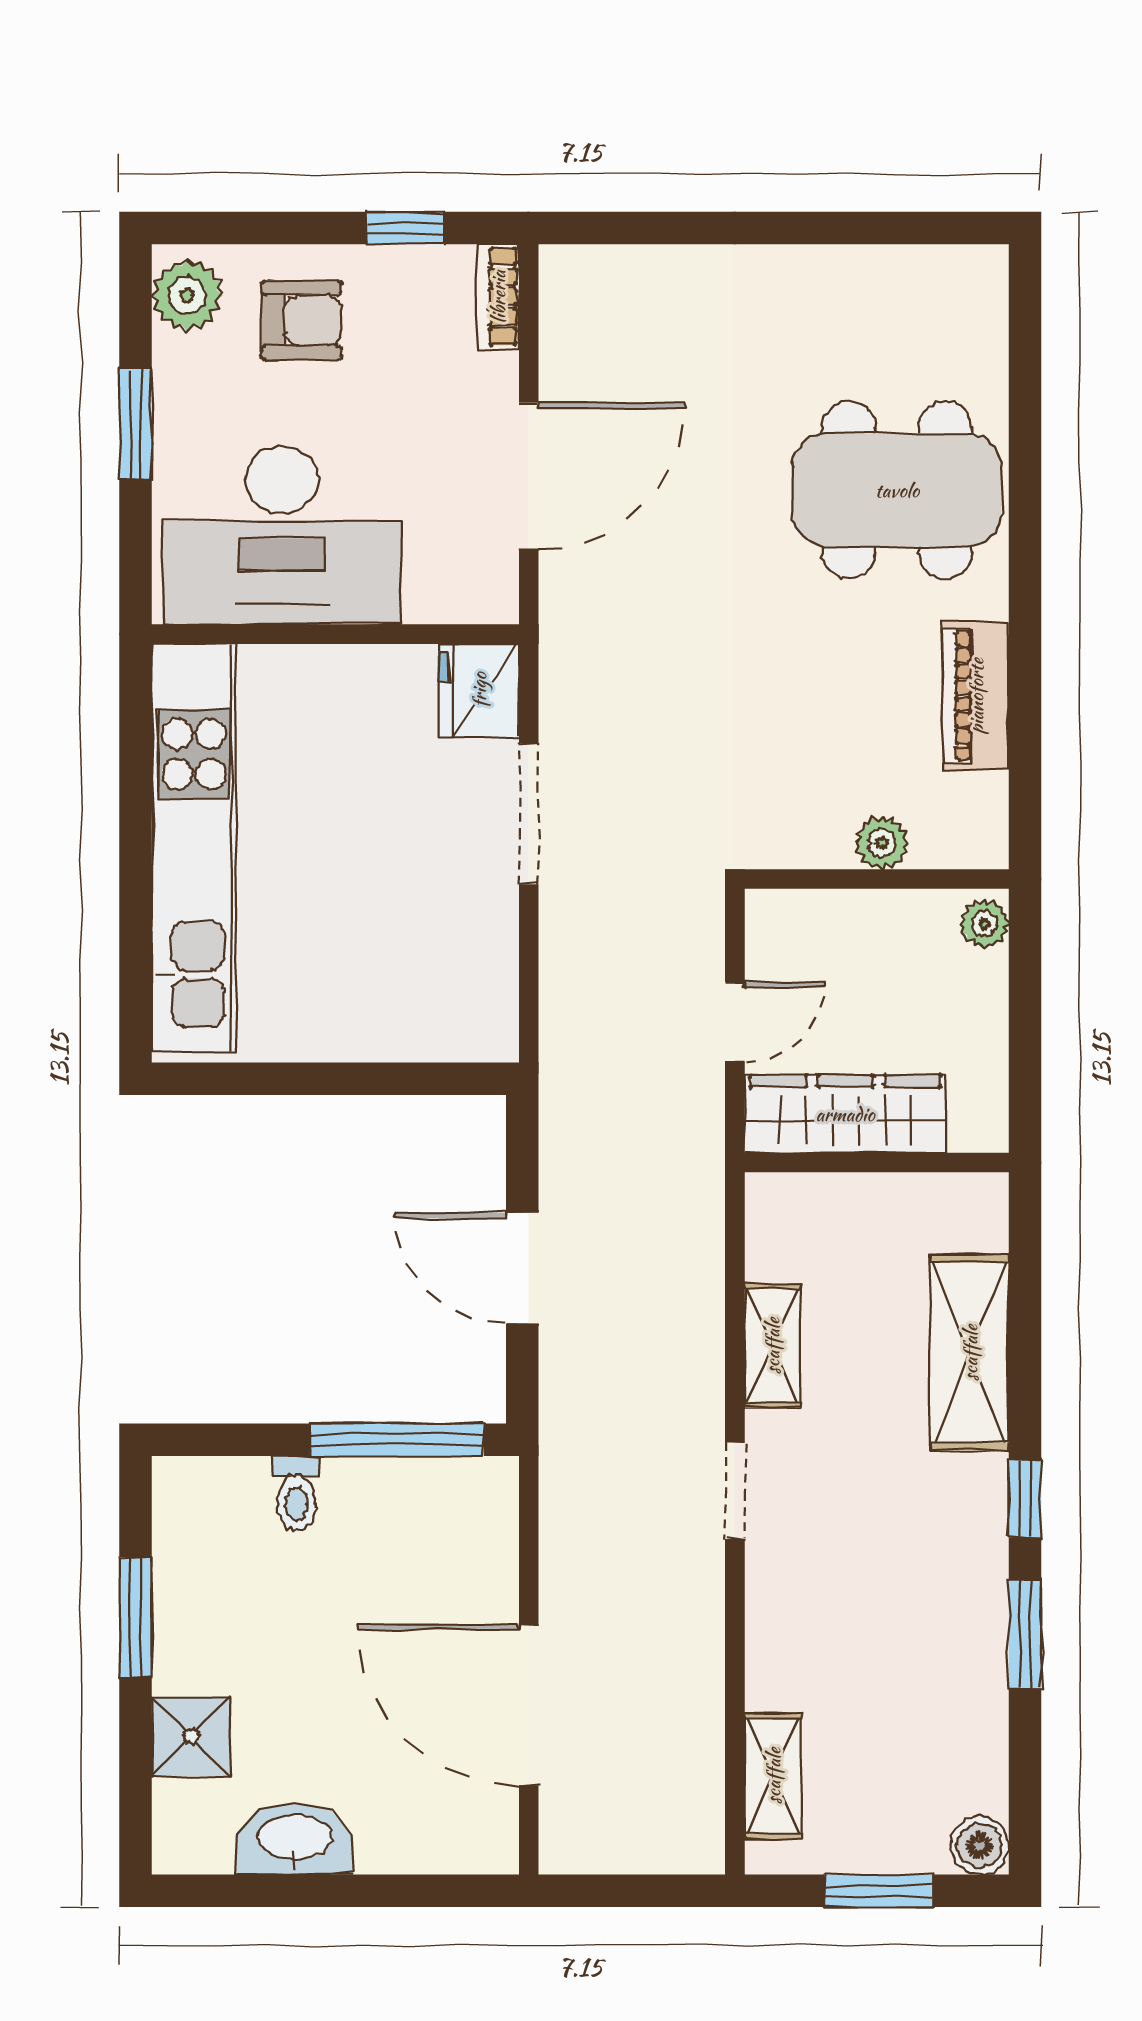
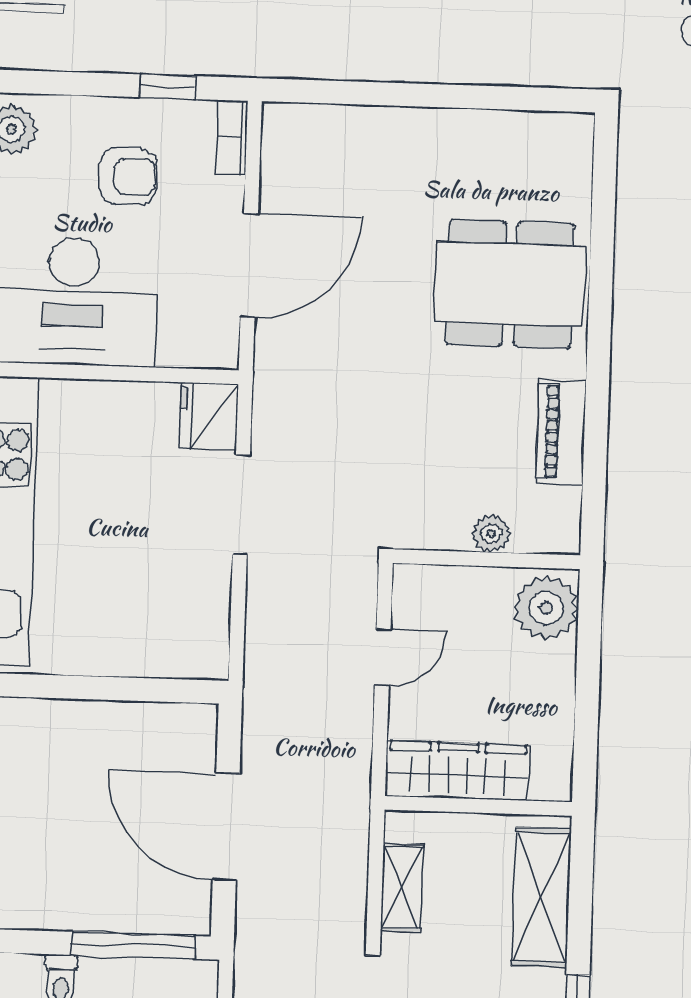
armchair: (302, 320) -> (128, 176), moved
plant: (984, 923) -> (546, 608), width x1.88, depth x1.88
wardrobe: (845, 1114) -> (457, 771), moved
wall: (877, 1163) -> (478, 806), moved
door: (522, 1268) -> (226, 827), width x1.36

